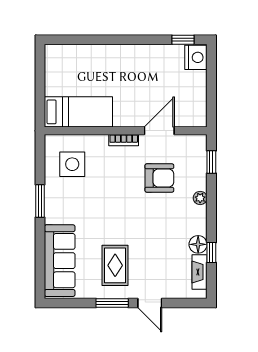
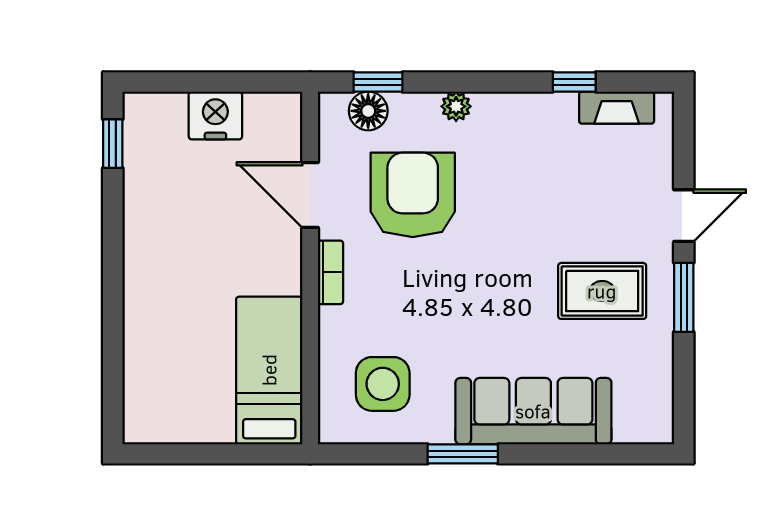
nightstand: (196, 57) -> (215, 116), moved
armchair: (159, 178) -> (413, 195), width x1.36, depth x1.36
floor lamp: (198, 244) -> (368, 111), moved
sofa: (60, 261) -> (533, 411), moved

